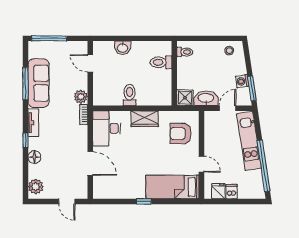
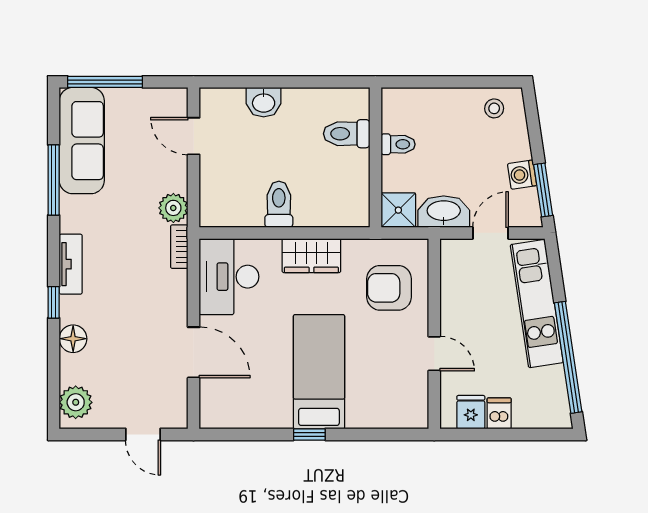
toilet: (185, 52) -> (398, 144), moved
sofa: (38, 83) -> (82, 141), moved
bed: (172, 187) -> (319, 372), moved, turned 90

